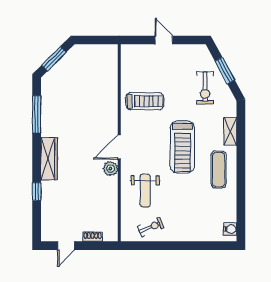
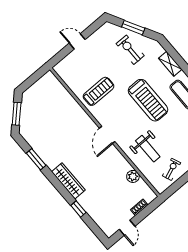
exercise bike: (205, 88) -> (130, 50), turned 180
window: (37, 114) -> (36, 159), width x0.69
plant: (110, 168) -> (133, 176), moved

